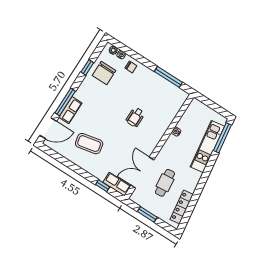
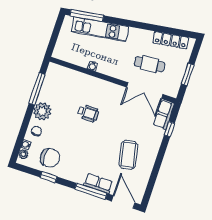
plant: (147, 77) -> (42, 111), added

